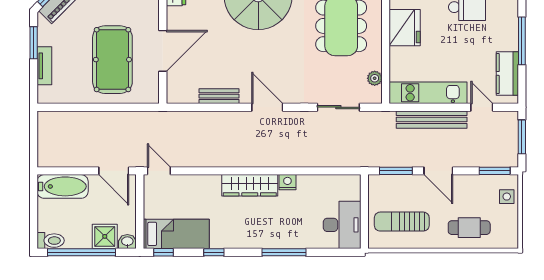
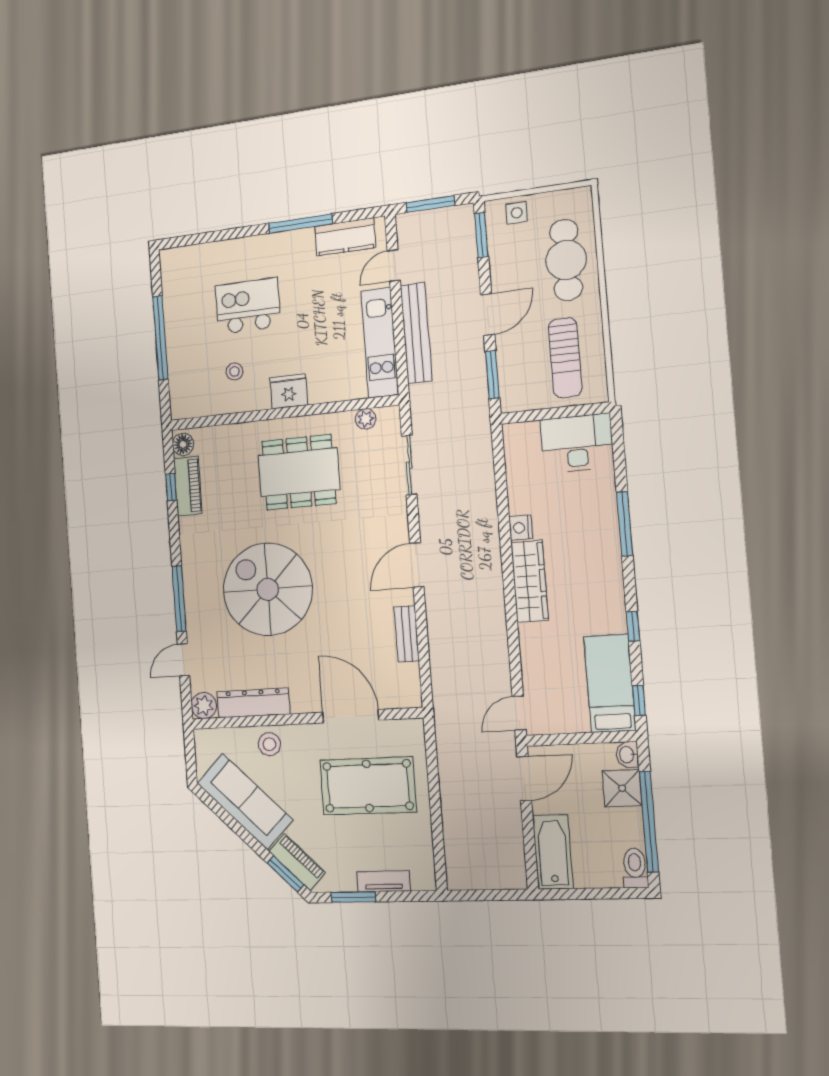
fridge: (405, 28) -> (289, 391), width x0.73, depth x0.75
cafe table: (469, 228) -> (566, 260), width x1.37, depth x1.35

